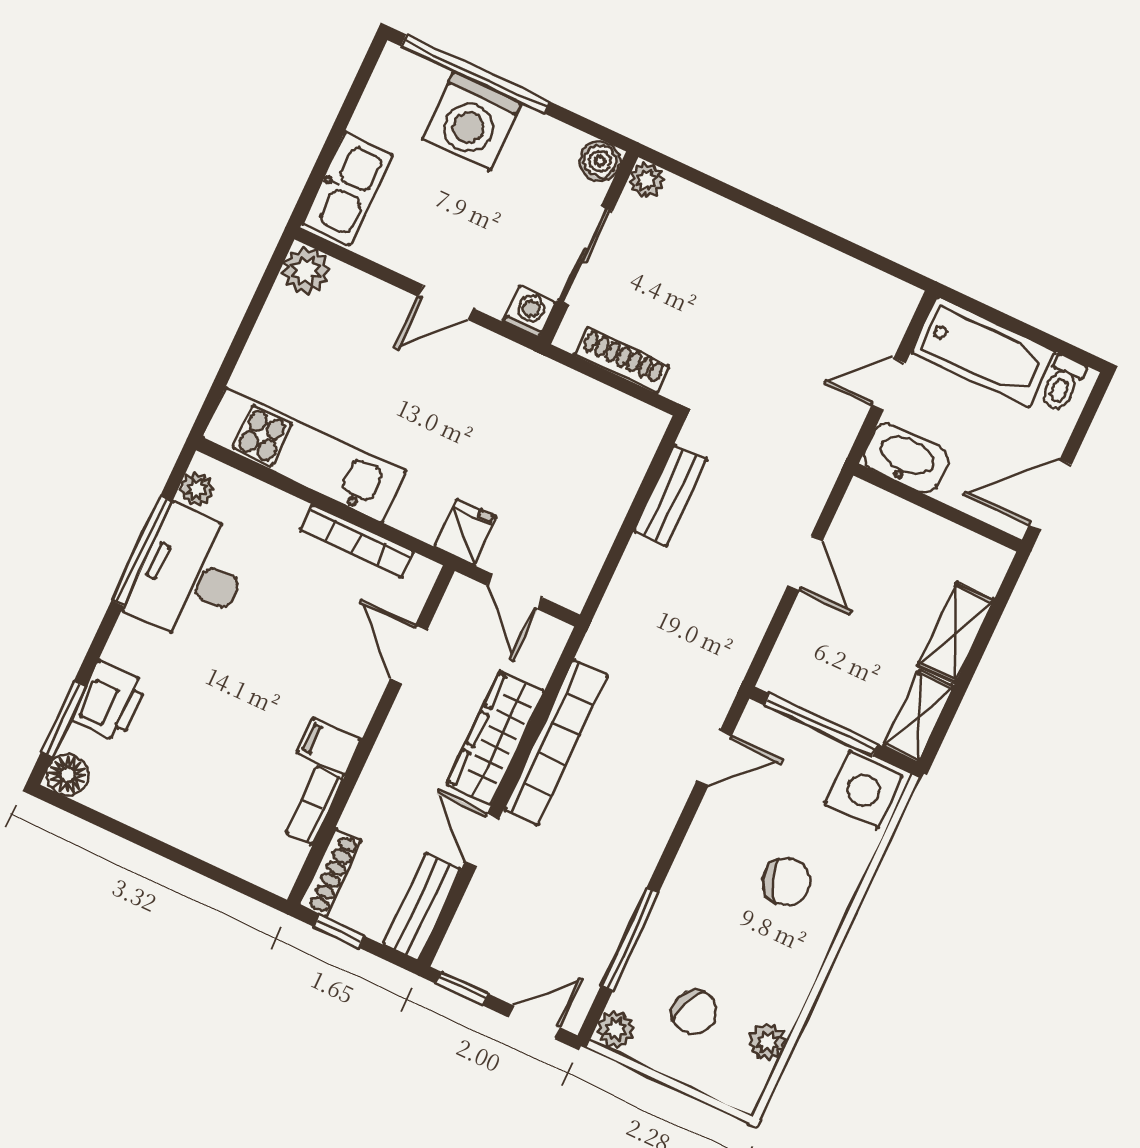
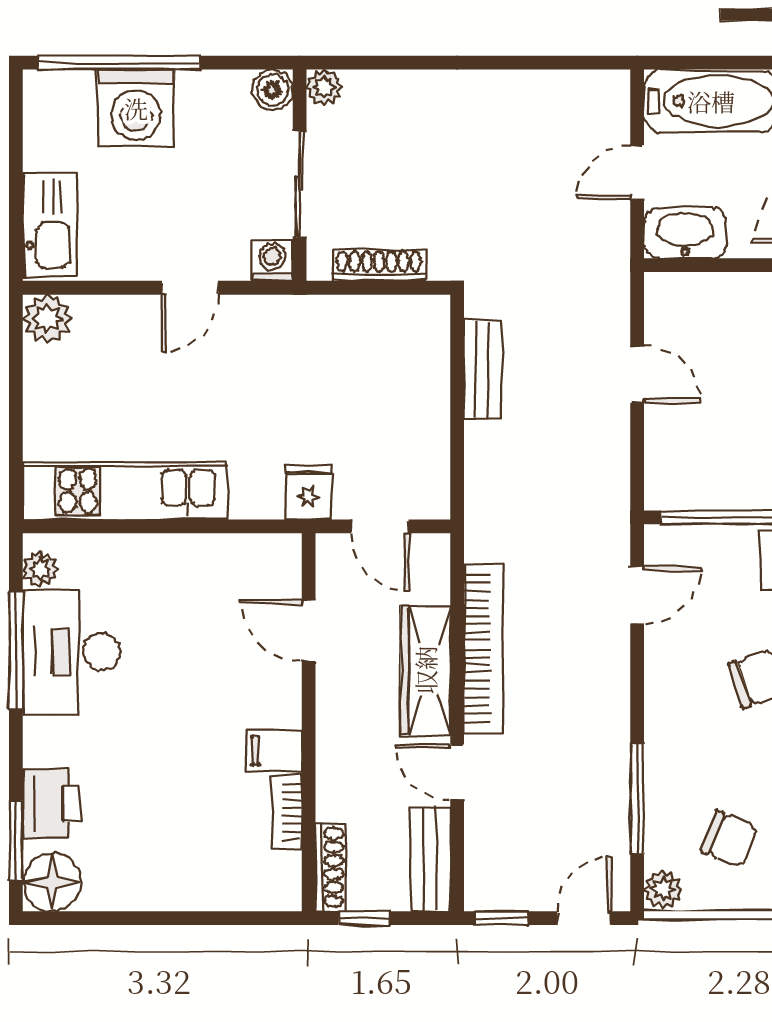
bookcase: (357, 541) -> (212, 548), removed
floor lamp: (68, 775) -> (52, 882), width x1.38, depth x1.38

